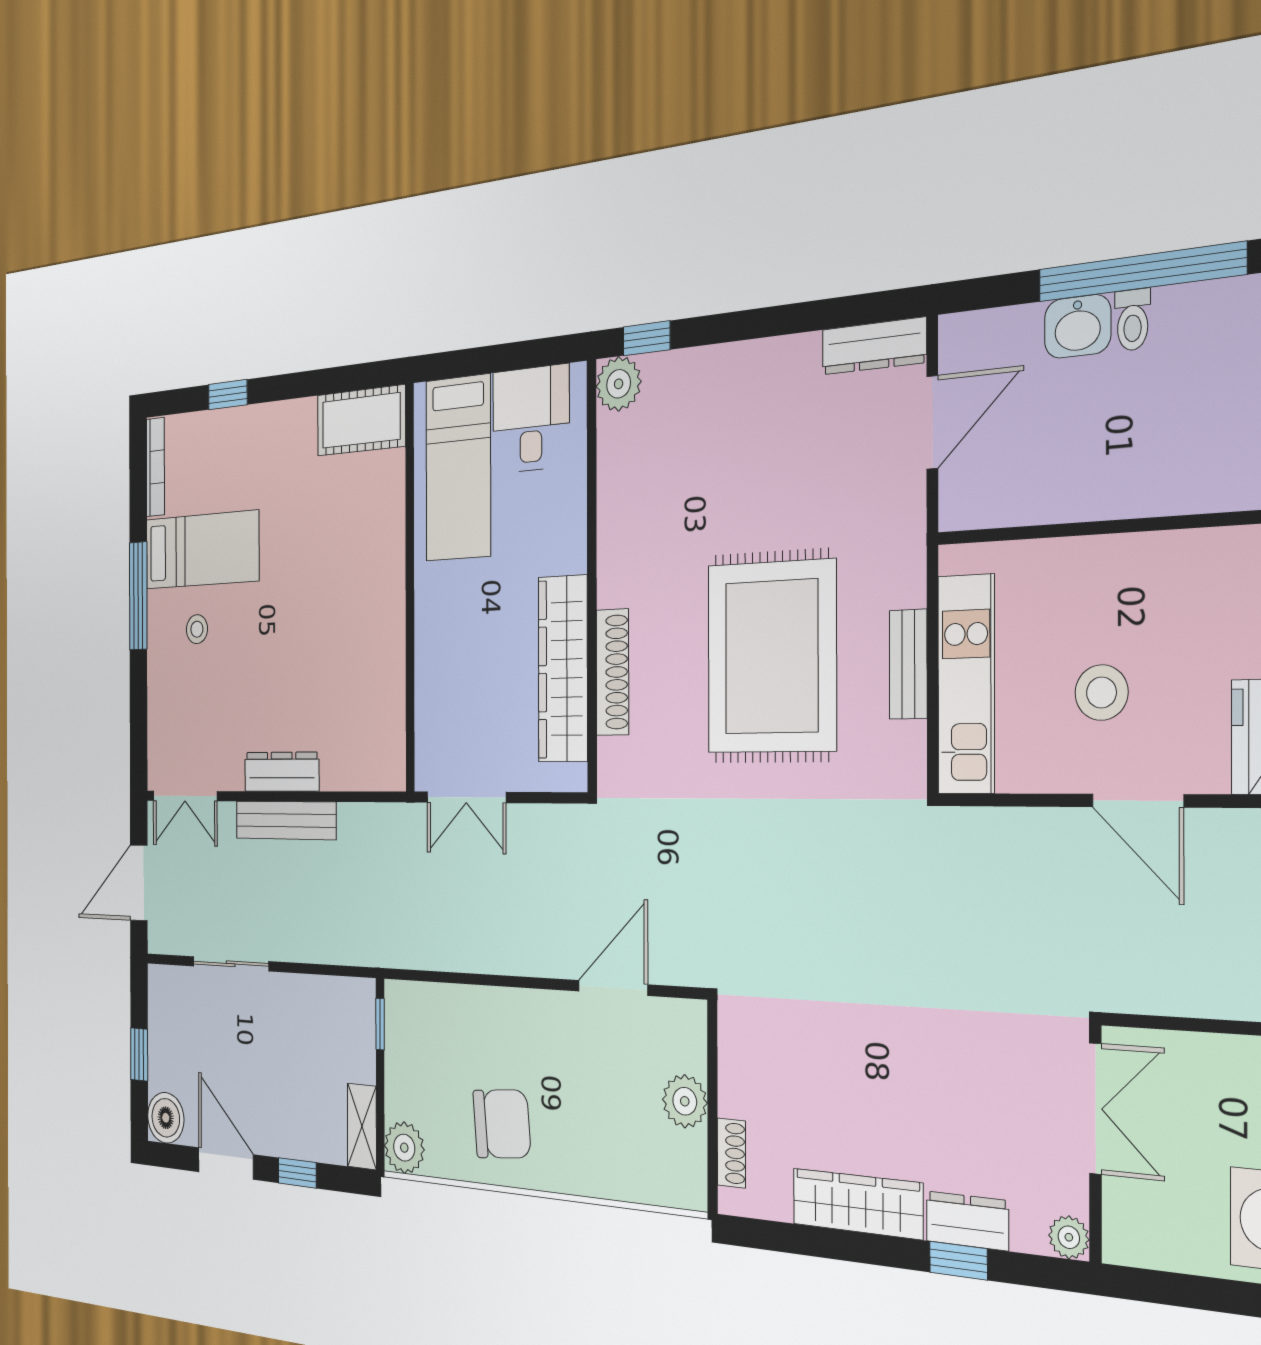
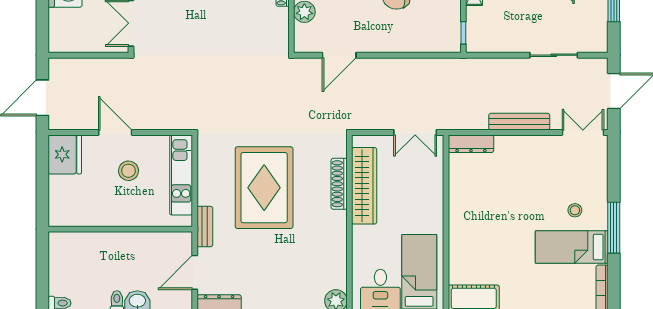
bench: (908, 664) -> (205, 227), moved
dresser: (282, 772) -> (471, 144), moved
double door: (466, 797) -> (415, 133), swing flipped

